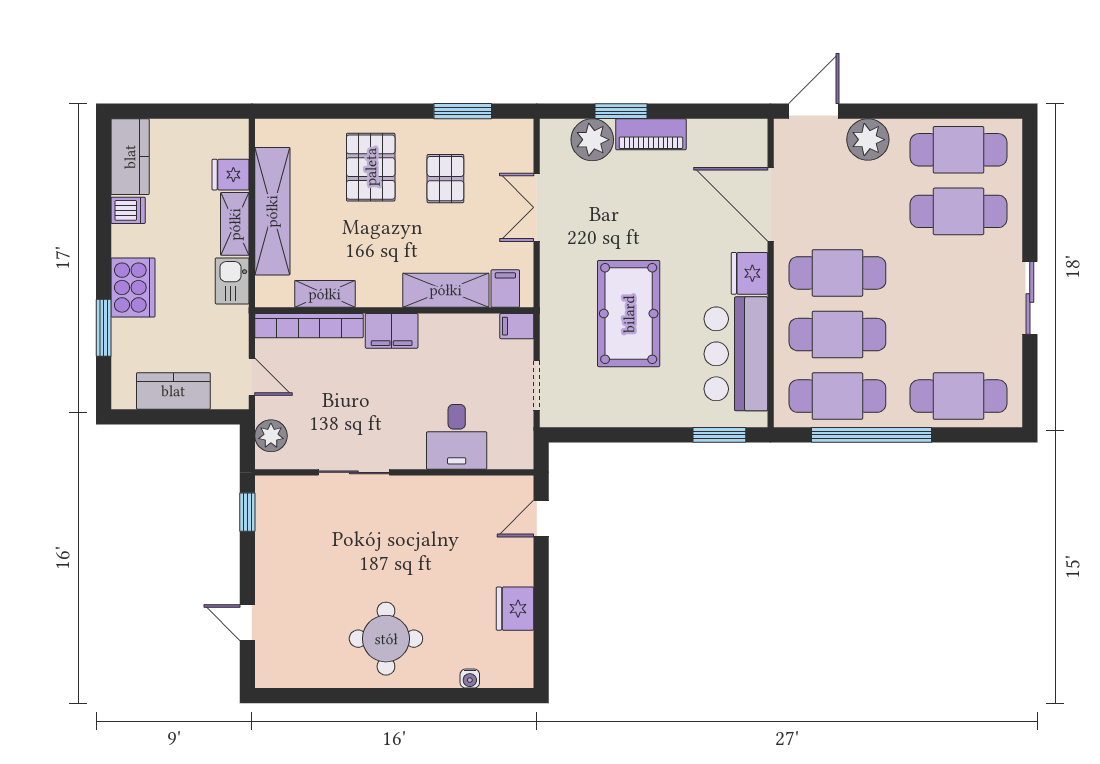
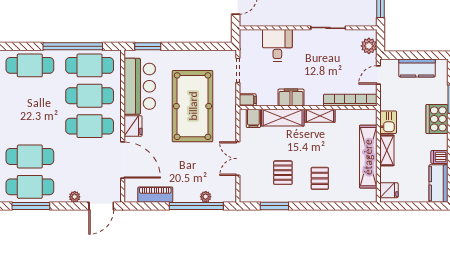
window: (621, 111) -> (196, 206), width x2.11
window: (957, 111) -> (31, 206), added
piano: (651, 134) -> (155, 195), moved
plant: (592, 140) -> (206, 197), width x0.53, depth x0.53
plant: (868, 140) -> (75, 197), width x0.53, depth x0.53
pallet: (371, 167) -> (320, 178), width x0.67, depth x0.71
fridge: (230, 175) -> (389, 190), moved
double door: (537, 207) -> (238, 159), swing flipped
shelving: (325, 294) -> (320, 116), moved
pool table: (629, 314) -> (193, 106), width x1.36, depth x1.32
filing cabinet: (392, 331) -> (291, 98), moved
door: (252, 377) -> (378, 75), hinge flipped

